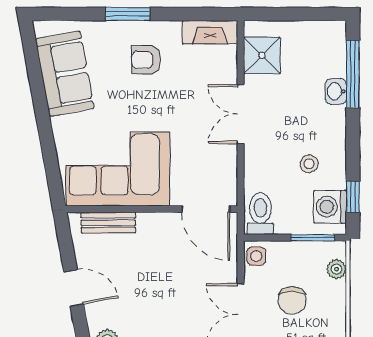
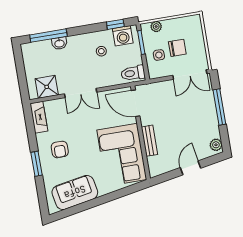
door: (206, 209) -> (136, 103), swing flipped
bench: (108, 223) -> (149, 141), moved
side table: (256, 256) -> (159, 55), moved

